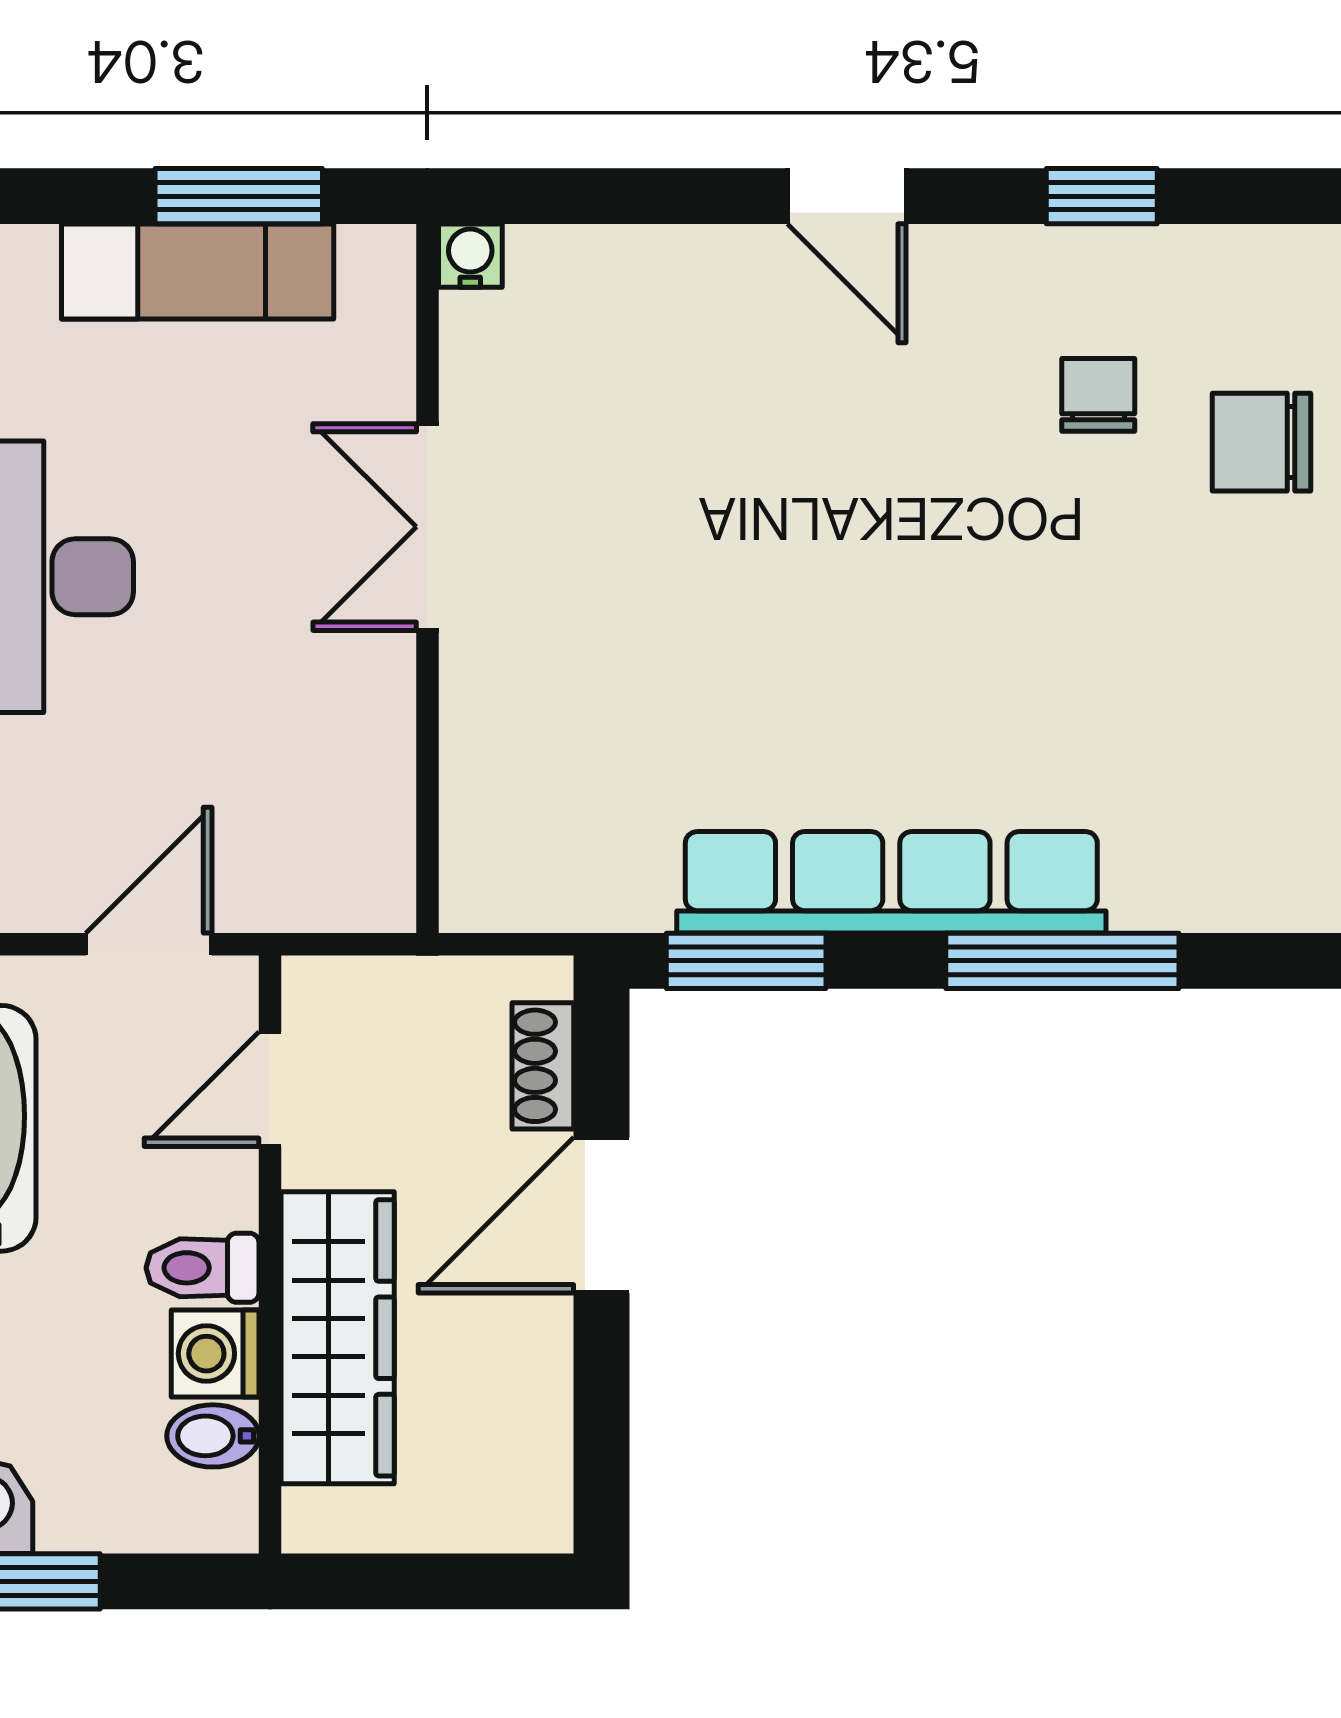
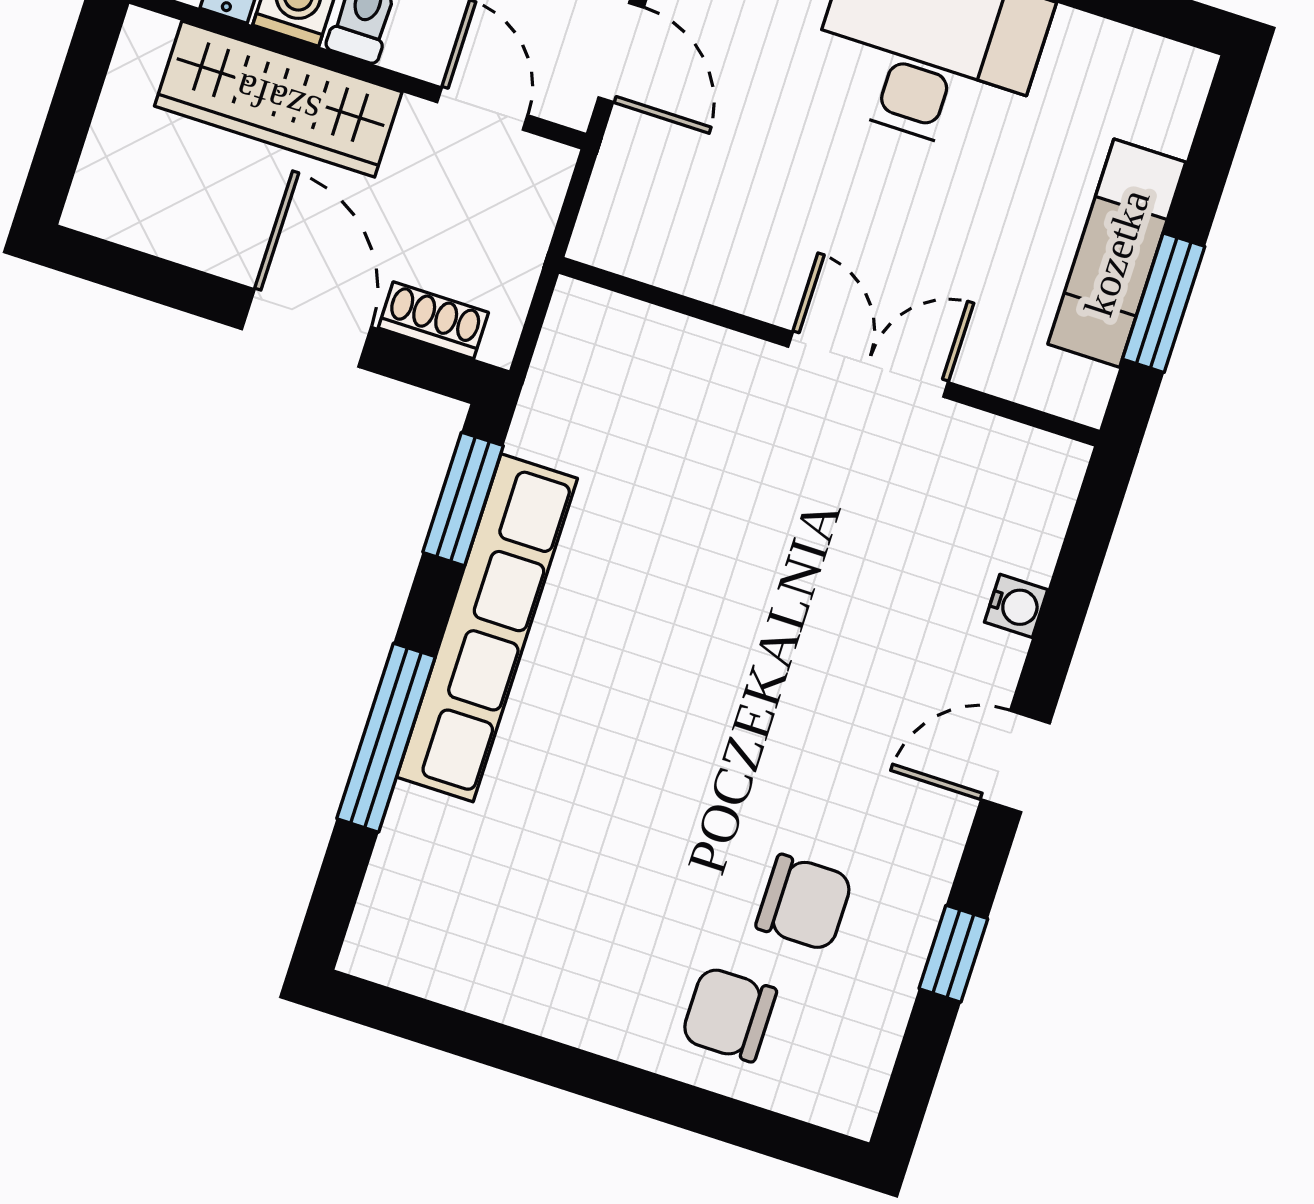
water cooler: (470, 256) -> (1016, 606), moved
chair: (1098, 395) -> (804, 903), width x1.37, depth x1.37
chair: (1261, 442) -> (729, 1014), turned -90

